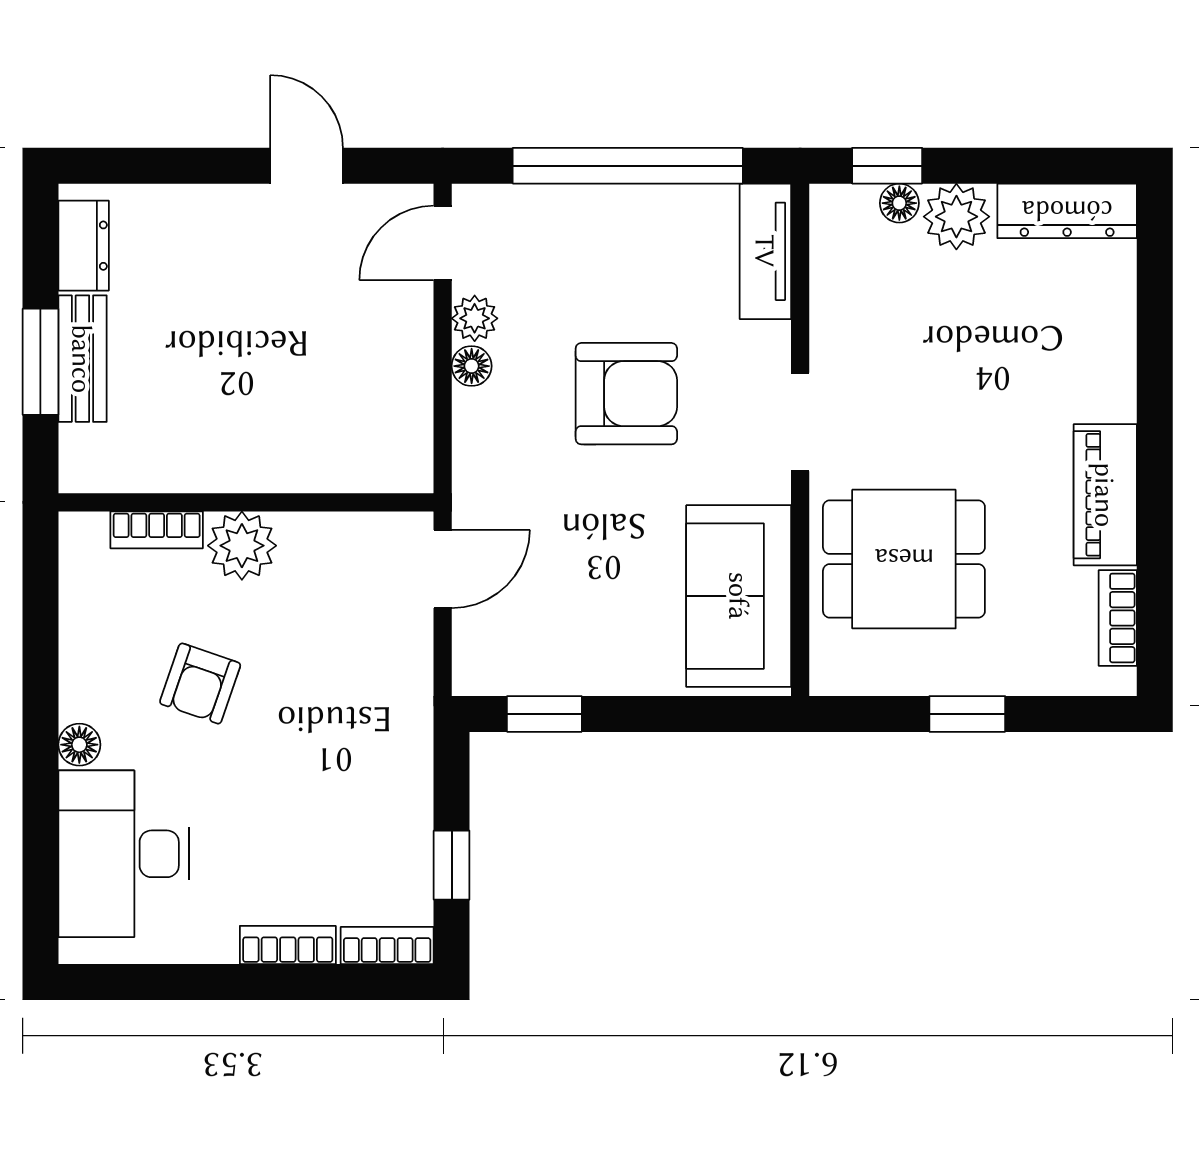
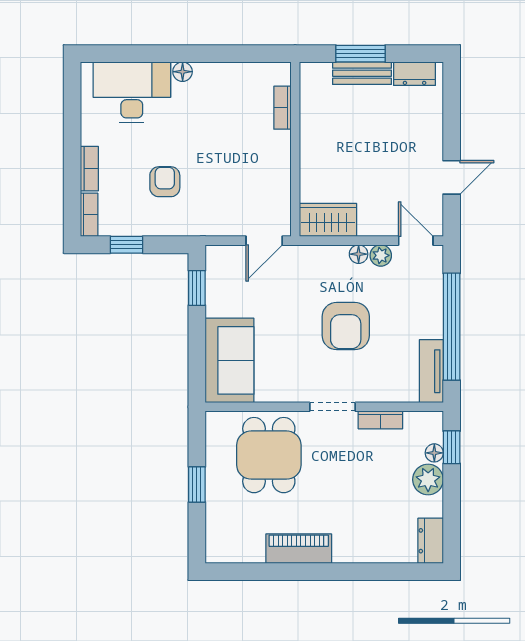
dresser: (1067, 211) -> (431, 541), width x0.70
tv unit: (765, 251) -> (431, 371), moved, turned -90
wardrobe: (398, 432) -> (328, 220), added
plant: (242, 546) -> (275, 147), removed
door: (443, 569) -> (264, 241), hinge flipped
sofa: (739, 596) -> (230, 360), moved, turned 90
bookcase: (1118, 618) -> (380, 420), moved, turned 180
armchair: (200, 683) -> (165, 182), moved, turned 71

